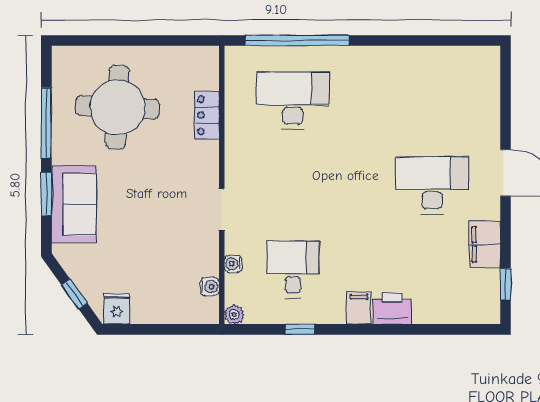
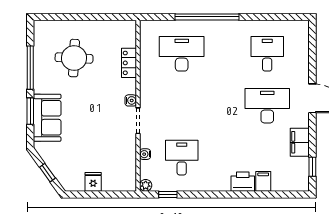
window: (297, 40) -> (207, 17), moved
desk: (432, 100) -> (267, 54), added
round table: (117, 107) -> (74, 58), width x0.73, depth x0.73
water cooler: (210, 287) -> (131, 100), moved
filing cabinet: (359, 308) -> (263, 181), moved
fridge: (117, 309) -> (93, 182), moved
window: (300, 329) -> (168, 194), moved

